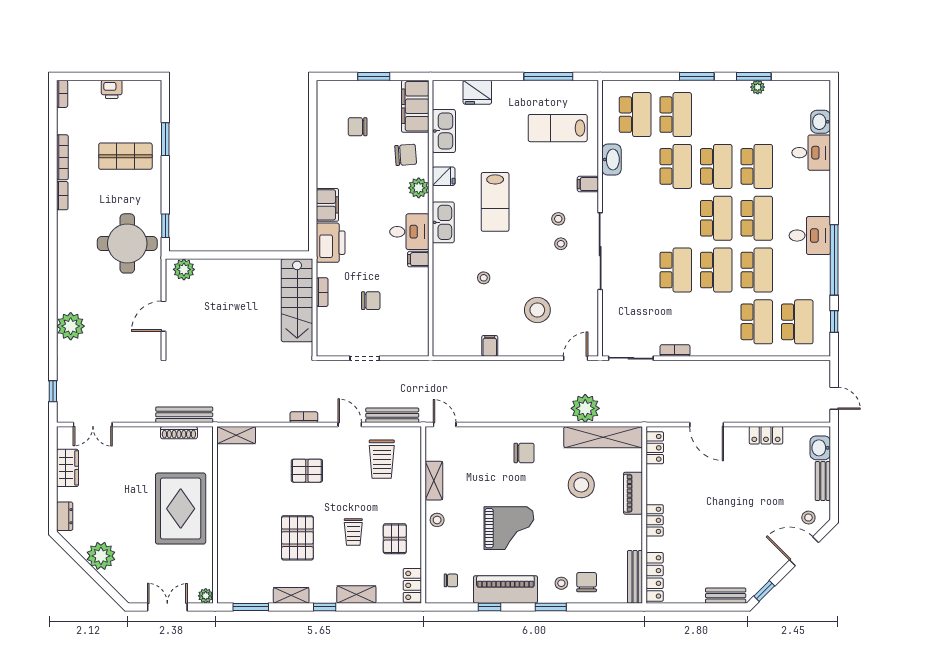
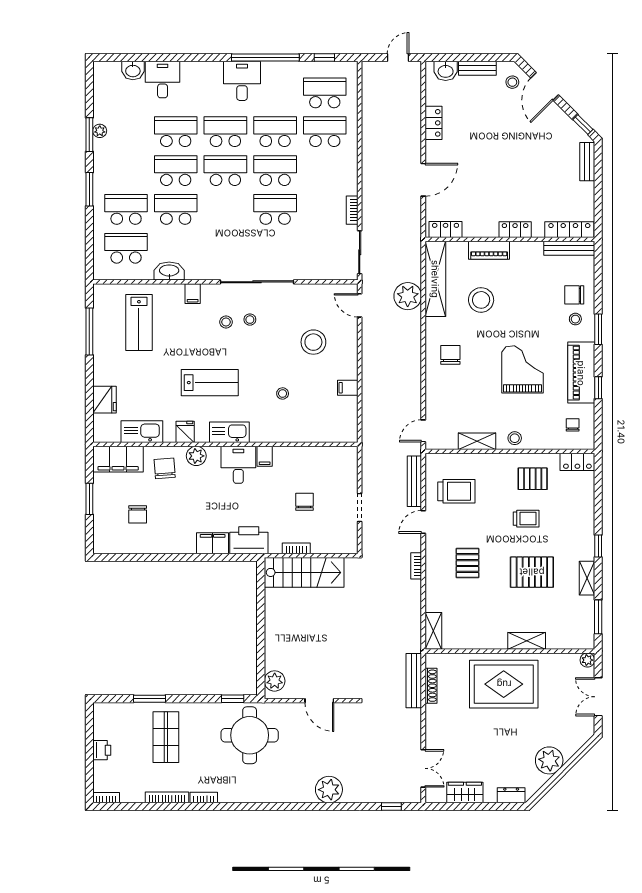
shelving: (356, 594) -> (527, 641), moved, turned 90

